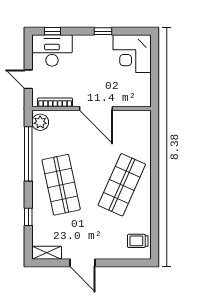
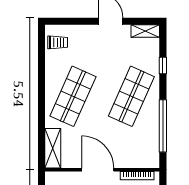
plant: (40, 122) -> (151, 157), removed
shelving: (143, 131) -> (53, 148), added
shop shelf: (61, 185) -> (131, 96), turned 36

